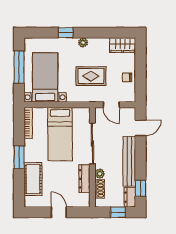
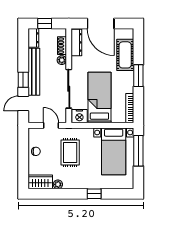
plant: (83, 42) -> (58, 184), moved
window: (19, 67) -> (138, 151), moved
rug: (91, 76) -> (70, 153), turned 90
nightstand: (81, 114) -> (79, 116), added
dresser: (84, 179) -> (76, 42), moved
window: (140, 188) -> (23, 80), moved
door: (59, 212) -> (101, 24), width x1.87

